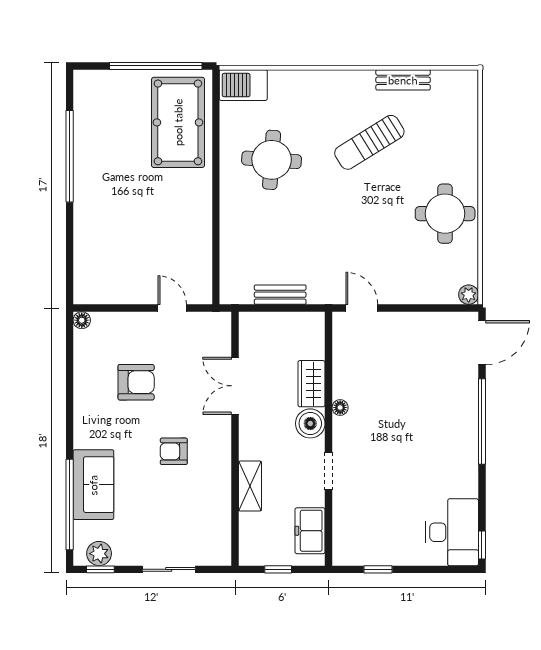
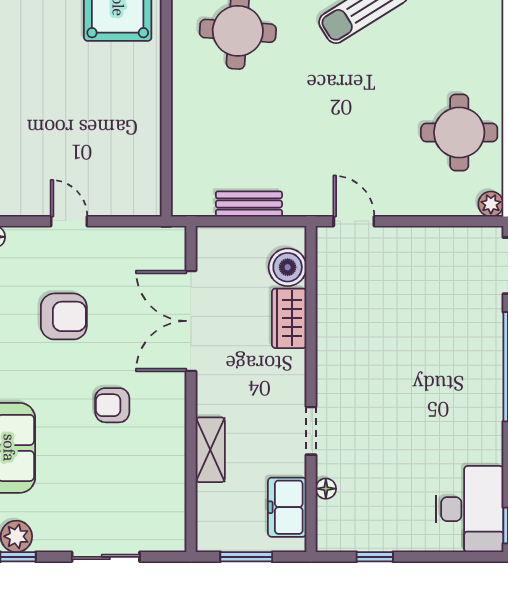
round table: (445, 214) -> (459, 132), moved
door: (172, 308) -> (69, 221), moved
double door: (235, 386) -> (191, 321), width x1.37
floor lamp: (340, 408) -> (326, 489), moved
boiler: (310, 423) -> (288, 267), moved
window: (278, 569) -> (246, 557), width x1.50

